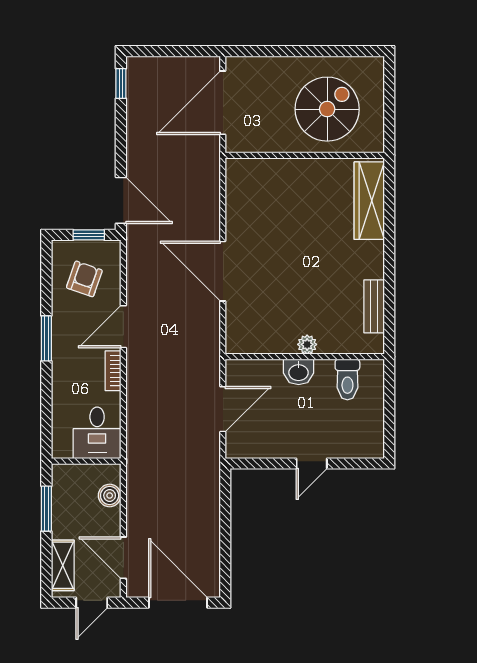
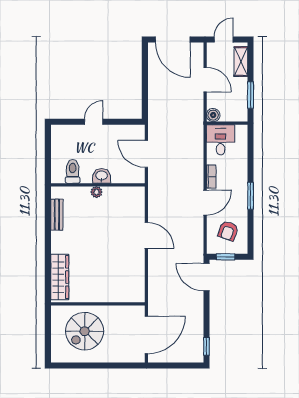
door: (223, 271) -> (146, 235), width x0.73
door: (223, 409) -> (146, 154), hinge flipped
boiler: (110, 495) -> (213, 115), moved
door: (123, 558) -> (205, 80), moved

